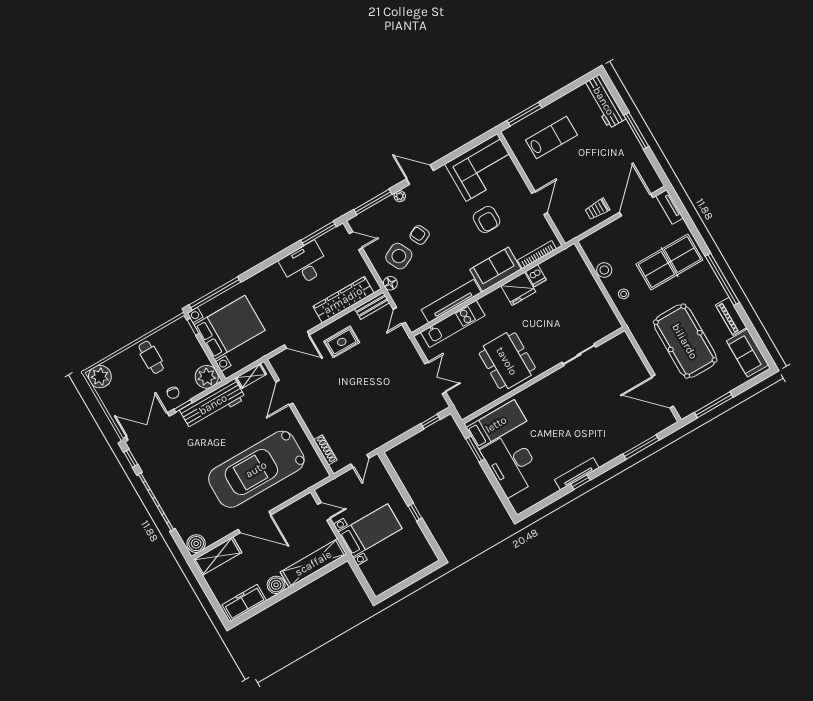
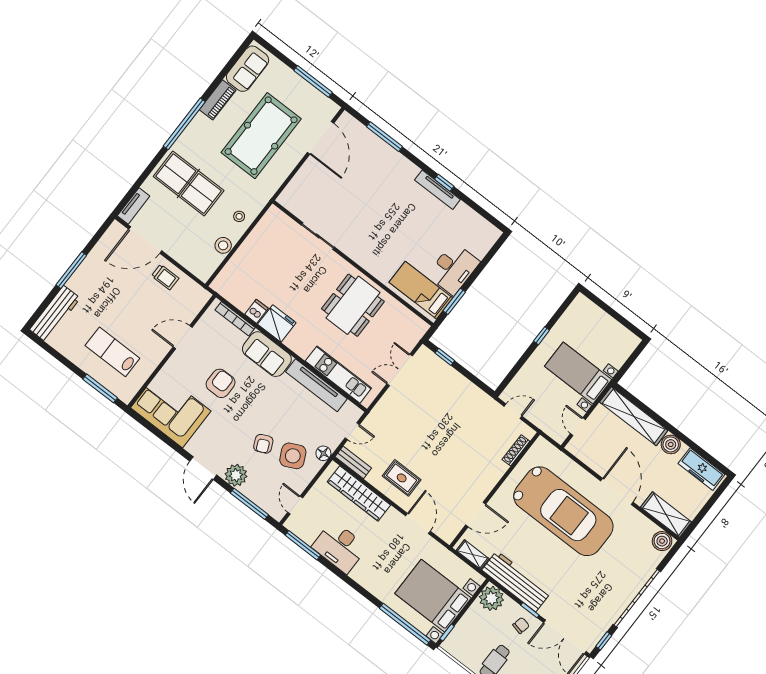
plant: (400, 196) -> (236, 475), width x1.88, depth x1.88
desk: (511, 464) -> (453, 269), width x0.73, depth x0.77

